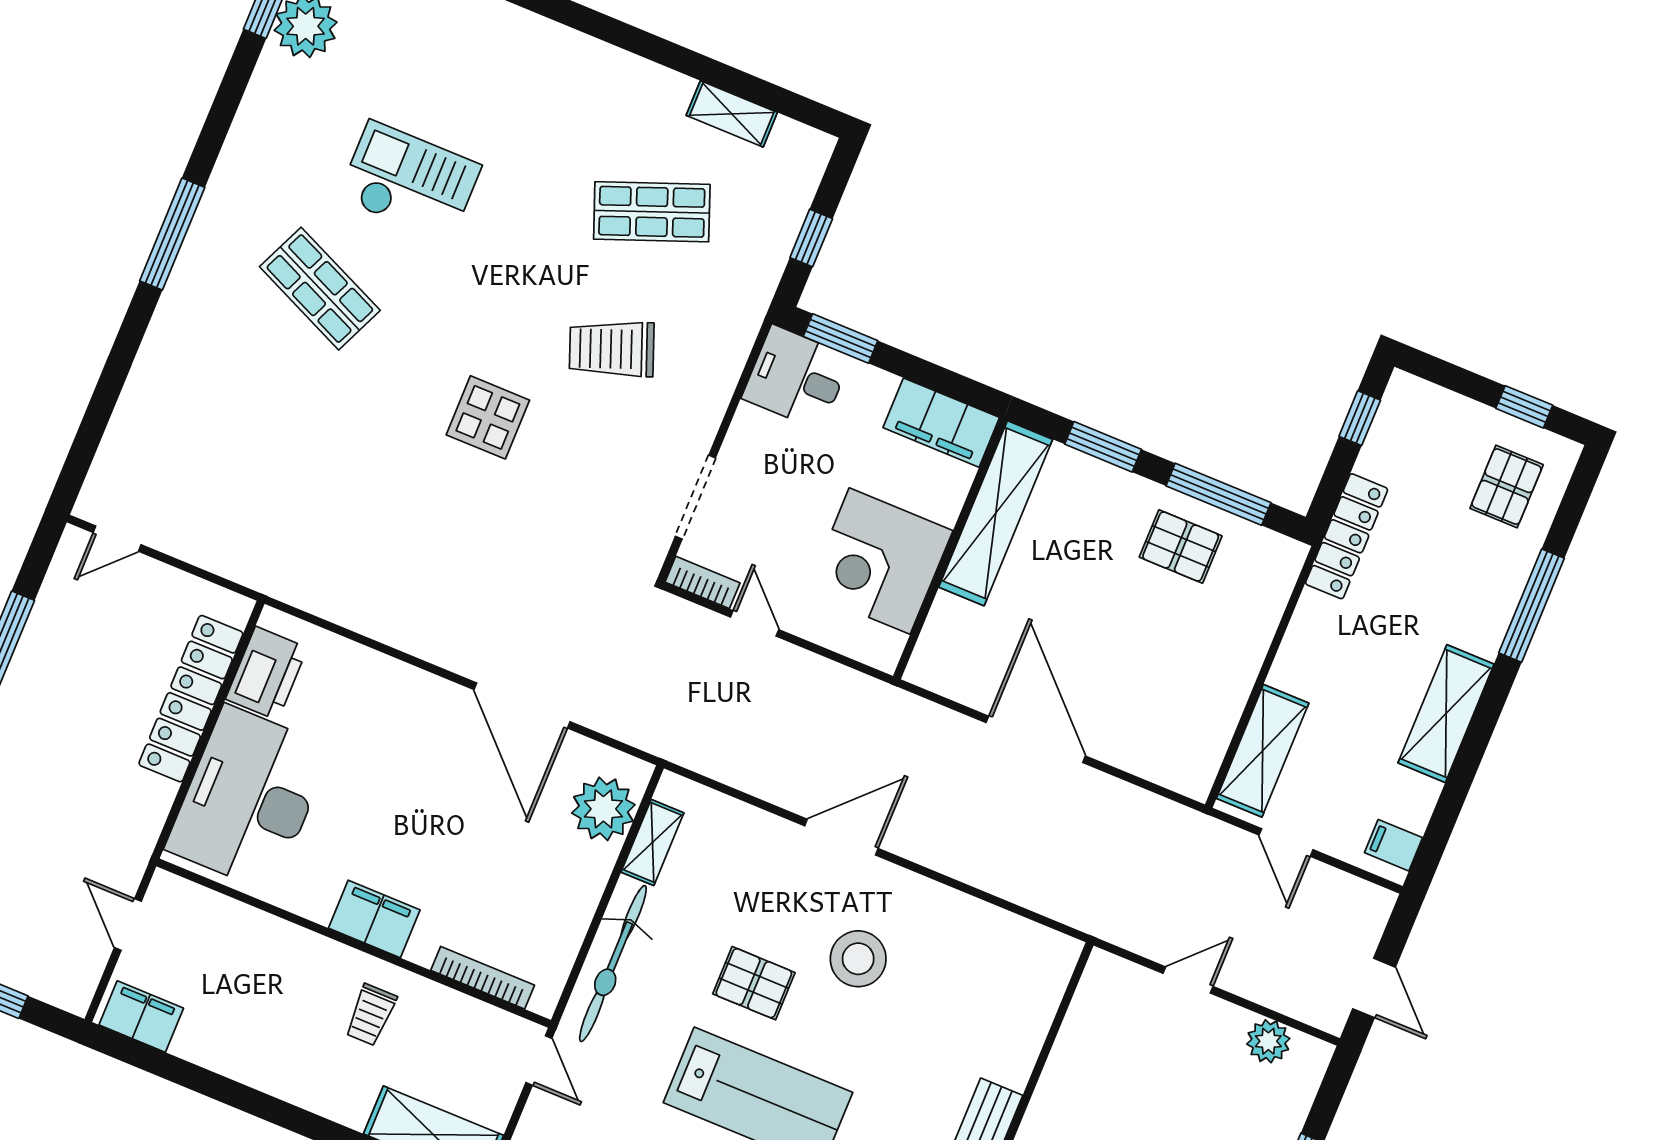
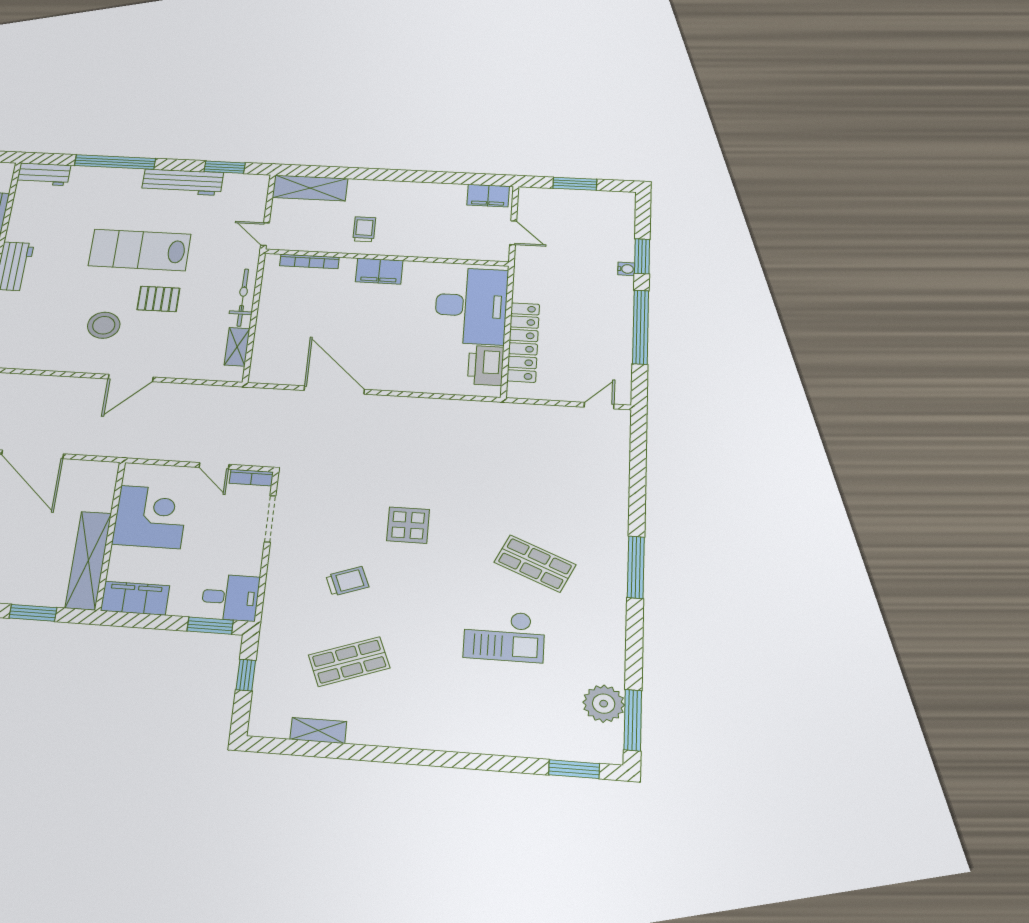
trolley: (612, 349) -> (347, 581), width x0.73, depth x0.72
plant: (603, 809) -> (270, 355), removed
bicycle: (613, 964) -> (243, 297), width x0.73, depth x0.71

